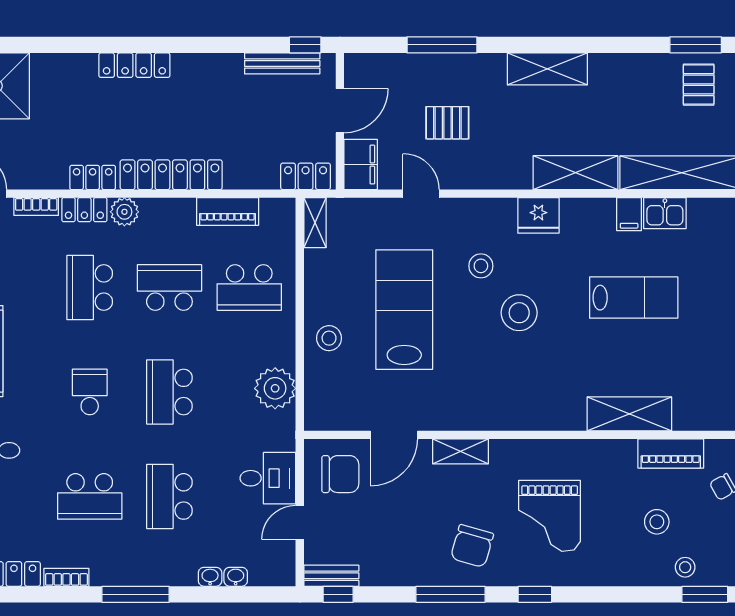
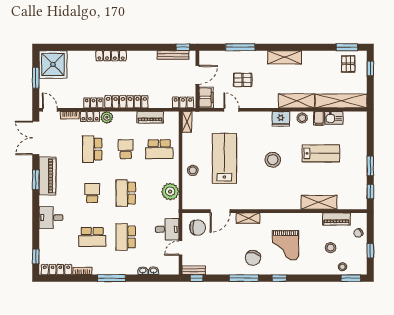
stool: (481, 266) -> (302, 118), moved
school desk: (169, 287) -> (126, 149), width x0.54

